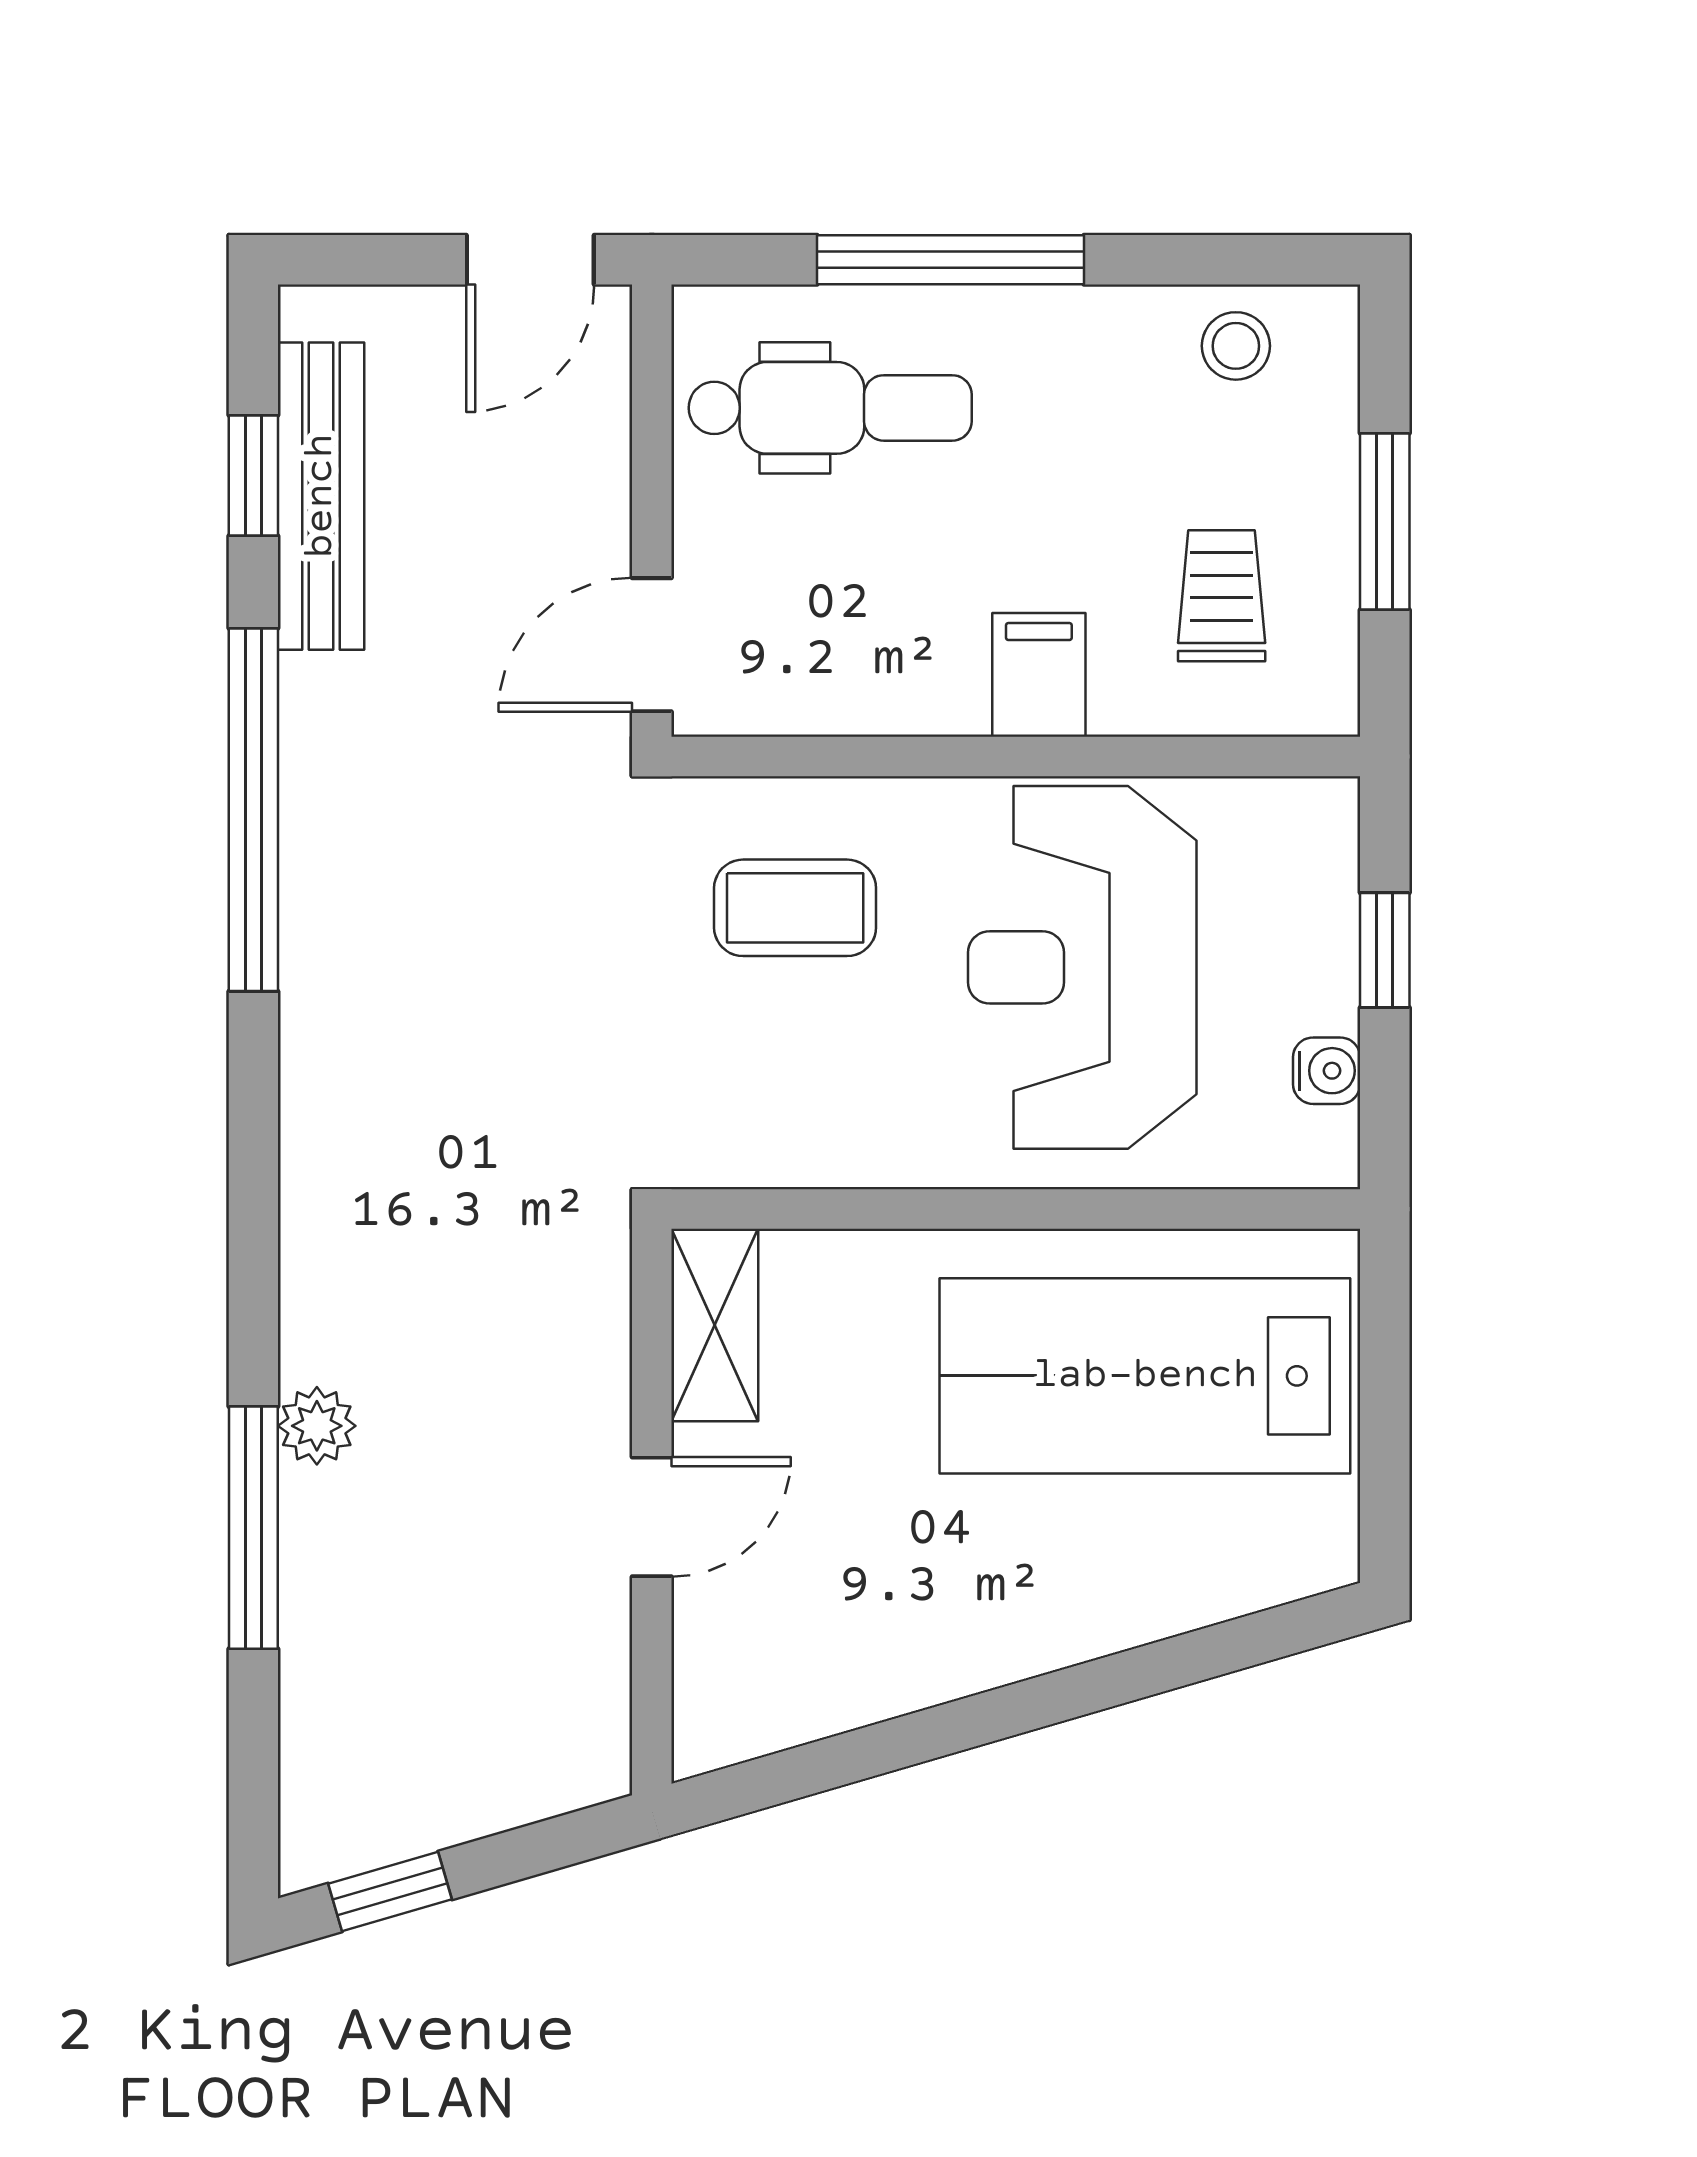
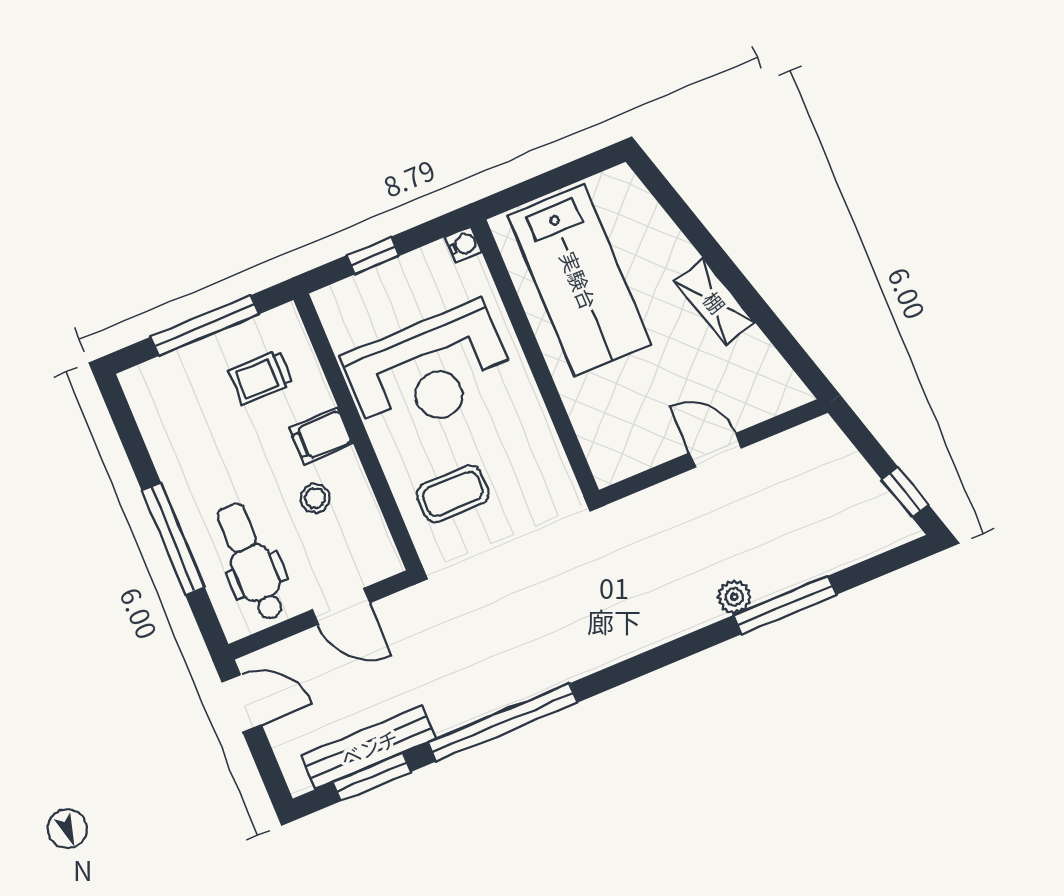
stool: (1236, 346) -> (315, 498), moved
window: (253, 476) -> (372, 777), width x1.50
window: (1385, 521) -> (205, 325), width x1.44
door: (652, 645) -> (341, 606), moved
coffee table: (795, 908) -> (453, 494), turned 90
water cooler: (1327, 1071) -> (463, 245), moved, turned 90
shelving: (715, 1325) -> (715, 302), moved, turned 74

